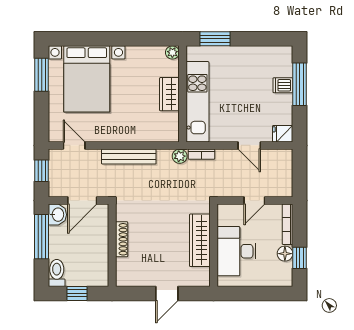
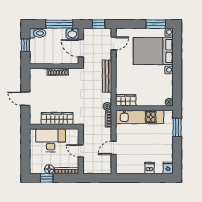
window: (300, 84) -> (150, 178), removed
wardrobe: (169, 94) -> (126, 100), moved
fridge: (283, 134) -> (168, 168), moved

